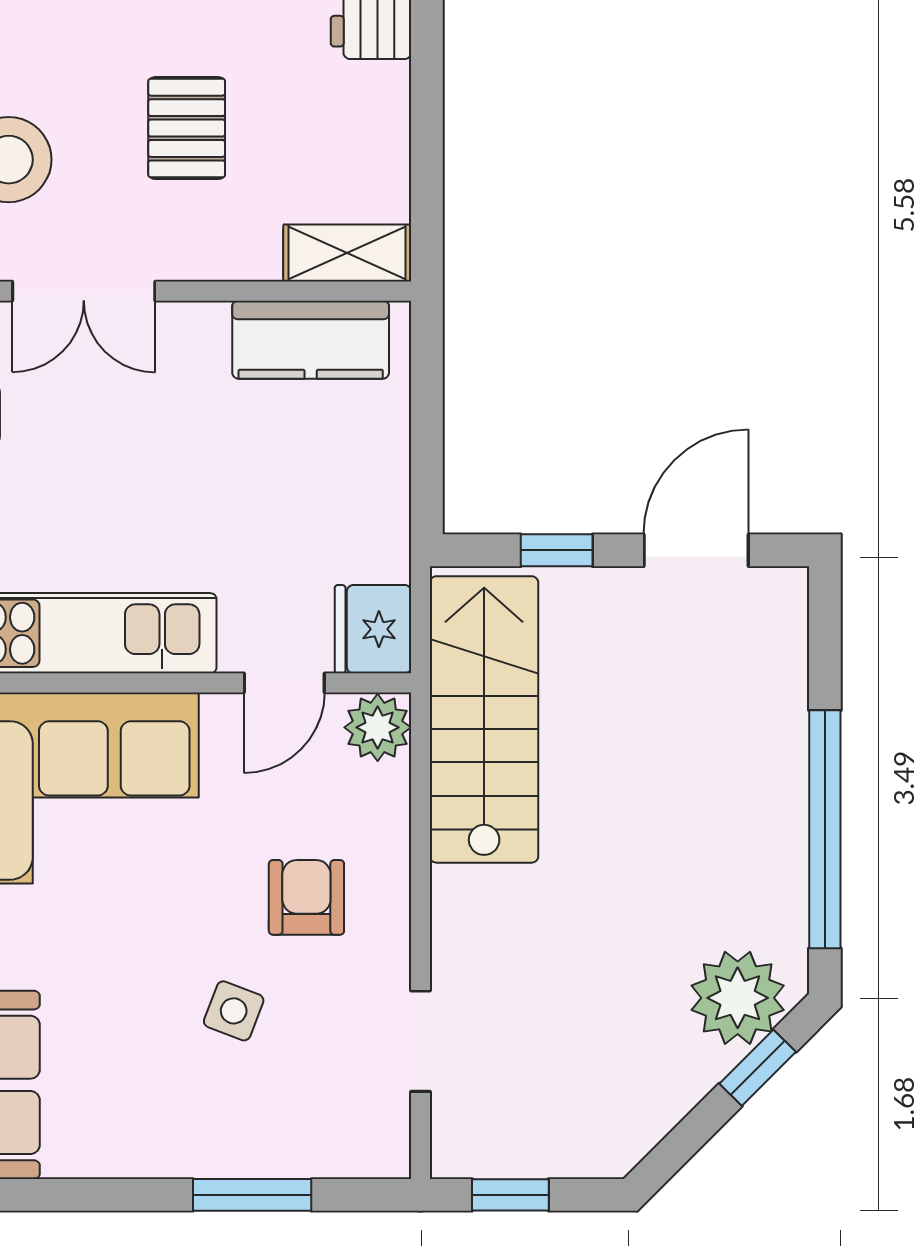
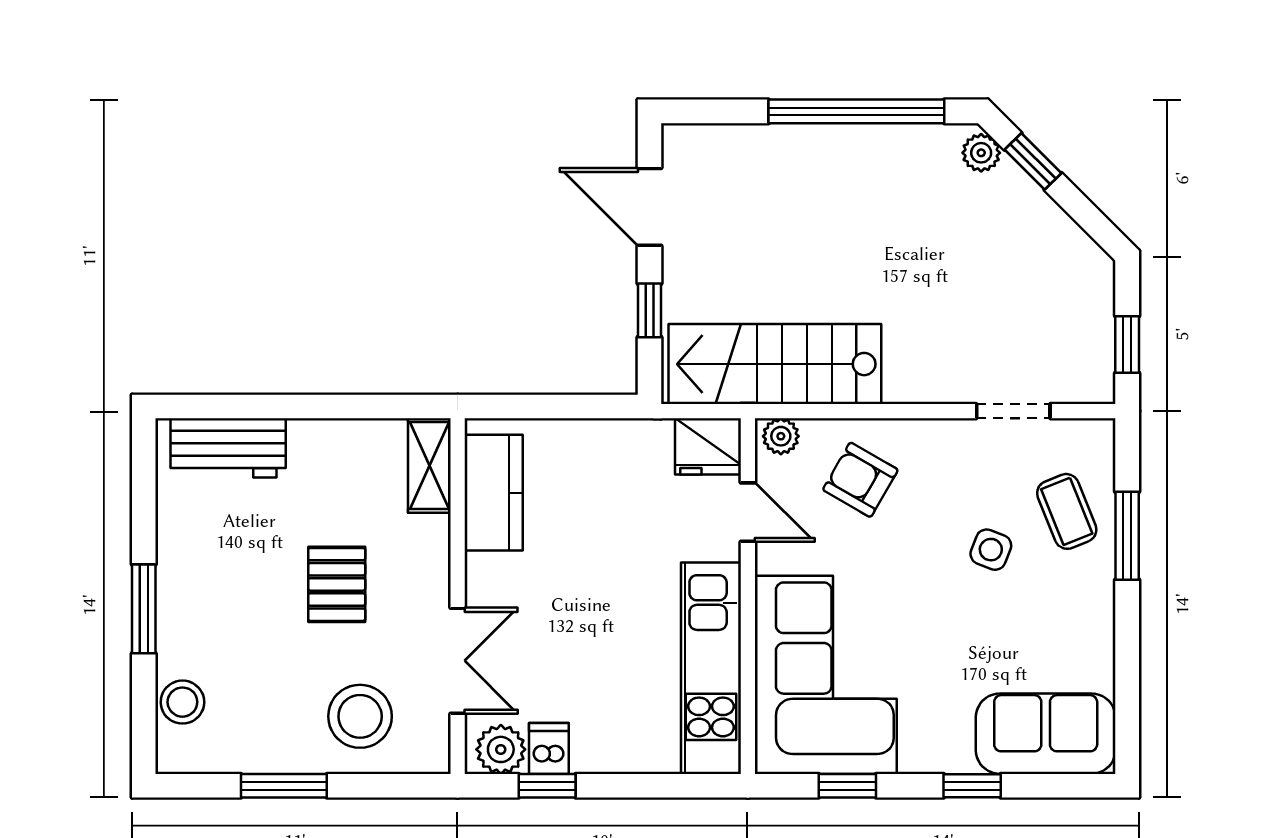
pallet: (187, 128) -> (337, 584), turned 90
plant: (378, 727) -> (781, 436), width x0.73, depth x0.73
armchair: (306, 897) -> (860, 480), moved, turned 30
plant: (738, 998) -> (981, 153), width x0.53, depth x0.53
coffee table: (285, 1113) -> (1067, 511), added

